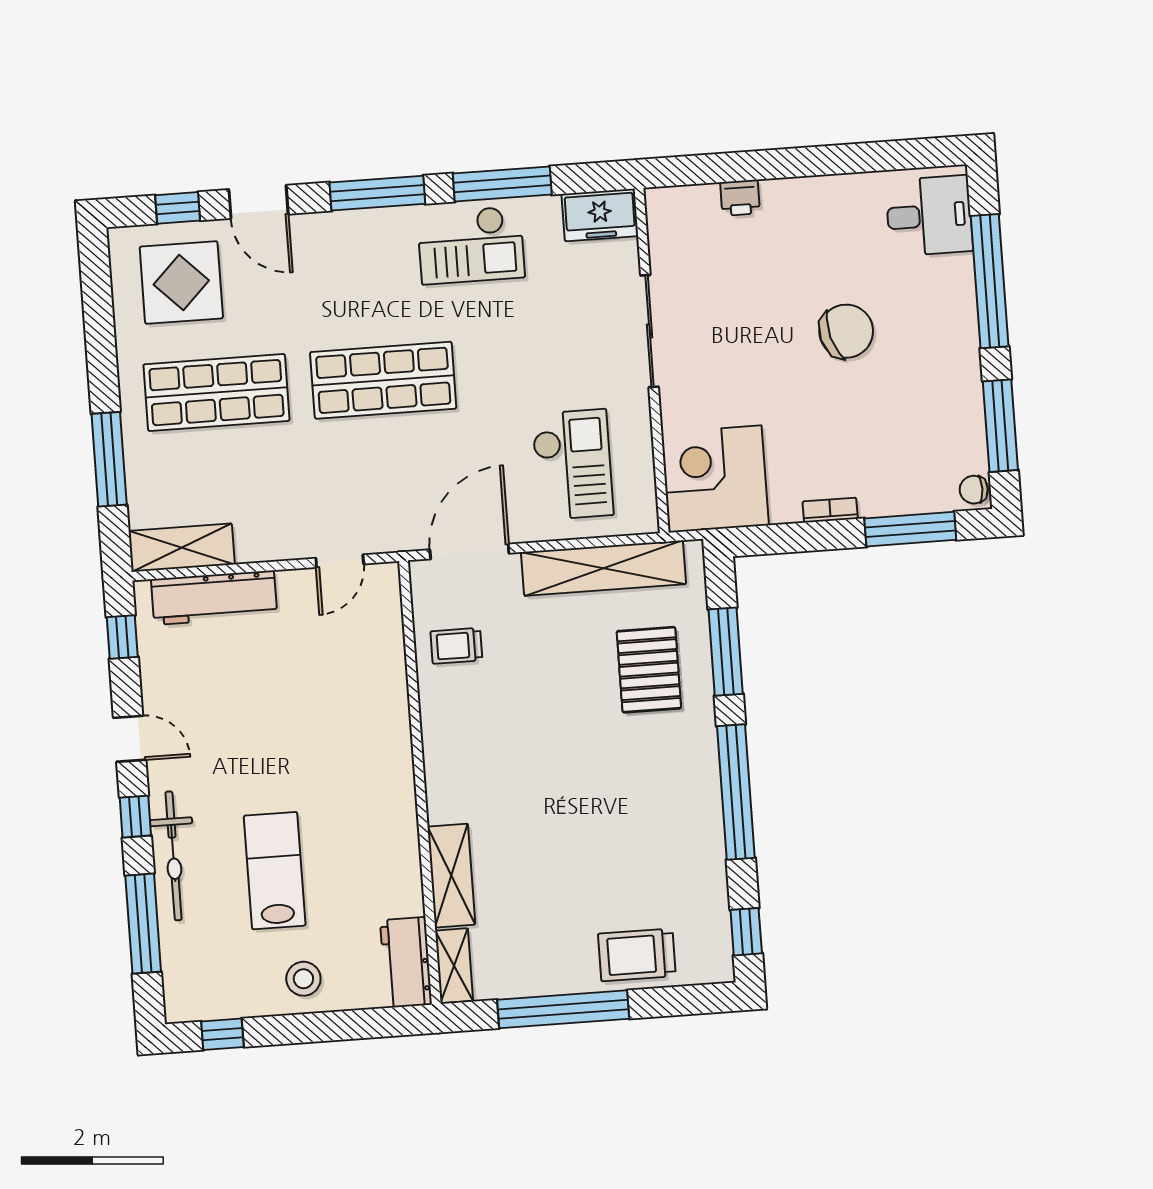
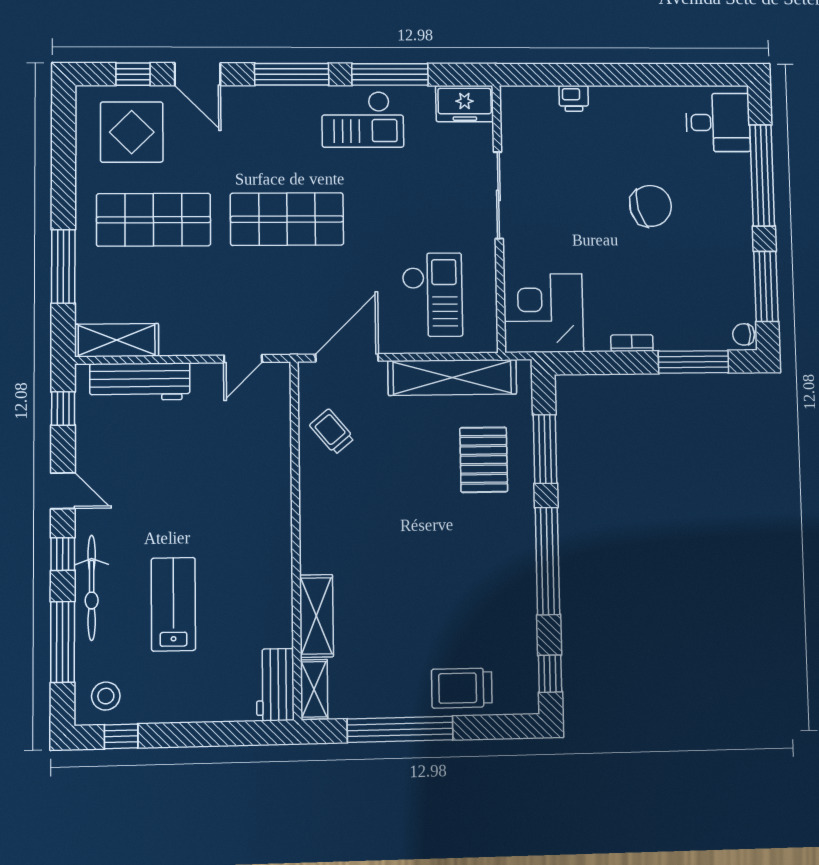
trolley: (456, 646) -> (332, 432), turned 50
stool: (303, 979) -> (106, 696), moved

